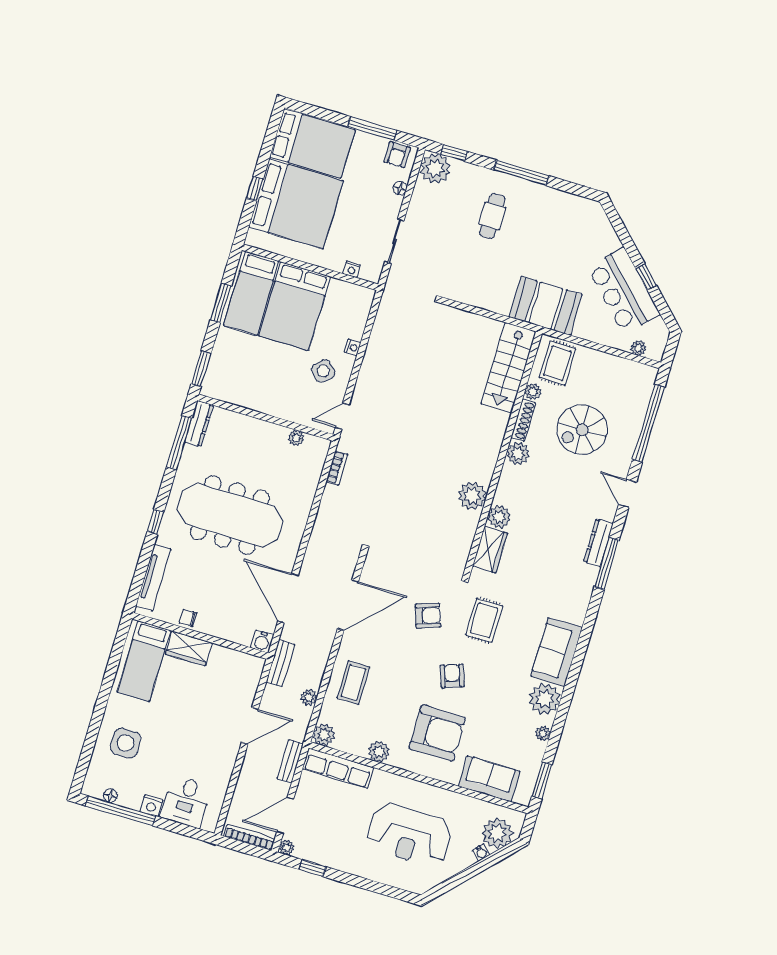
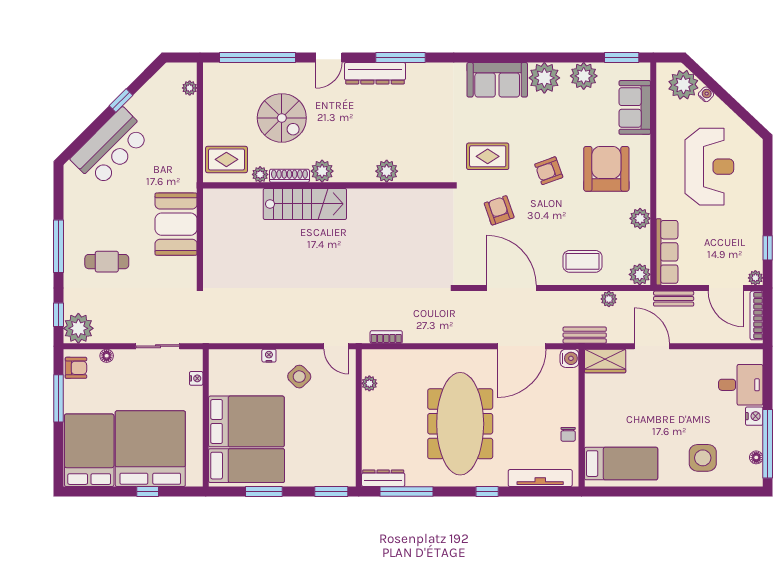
bar counter: (624, 291) -> (111, 147), moved
booth: (546, 306) -> (176, 224), moved
stairs: (509, 368) -> (305, 204), moved
plant: (472, 496) -> (374, 202), removed
dresser: (598, 543) -> (375, 73), width x1.37, depth x1.24
wardrobe: (490, 550) -> (420, 171), removed
wardrobe: (189, 648) -> (605, 361), moved, turned 90
plant: (543, 734) -> (584, 76), width x1.87, depth x1.87

